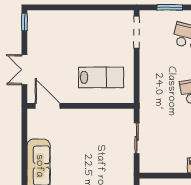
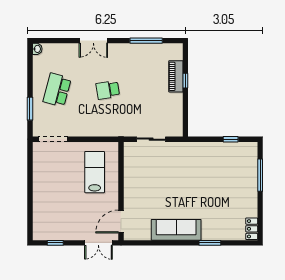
window: (24, 22) -> (55, 243), moved
double door: (24, 70) -> (98, 243), moved

